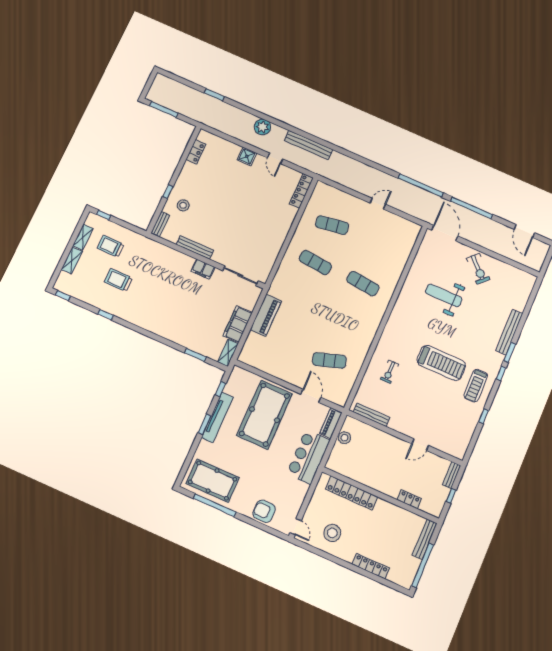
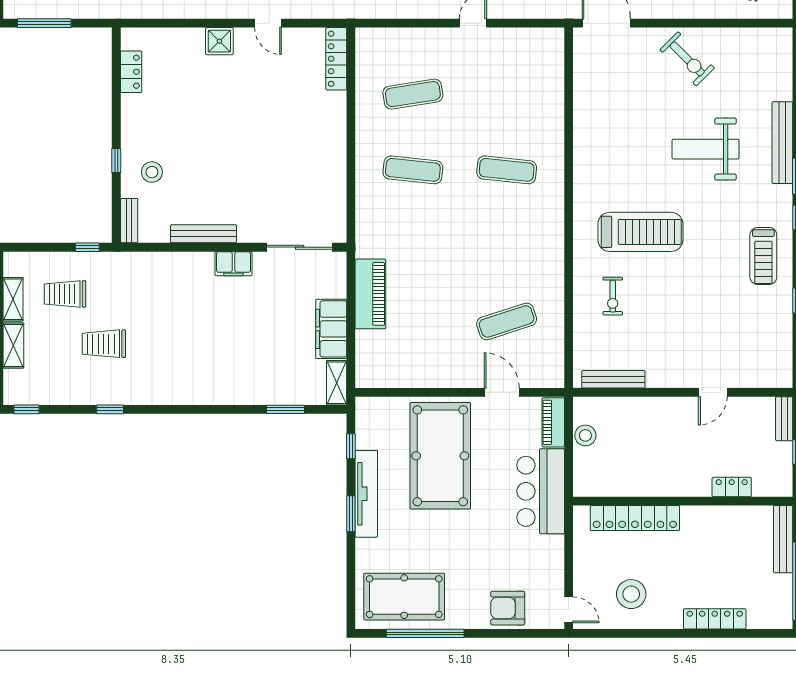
window: (104, 215) -> (87, 247), moved
weight bench: (444, 295) -> (706, 149), moved
treadmill: (441, 363) -> (640, 232), moved

